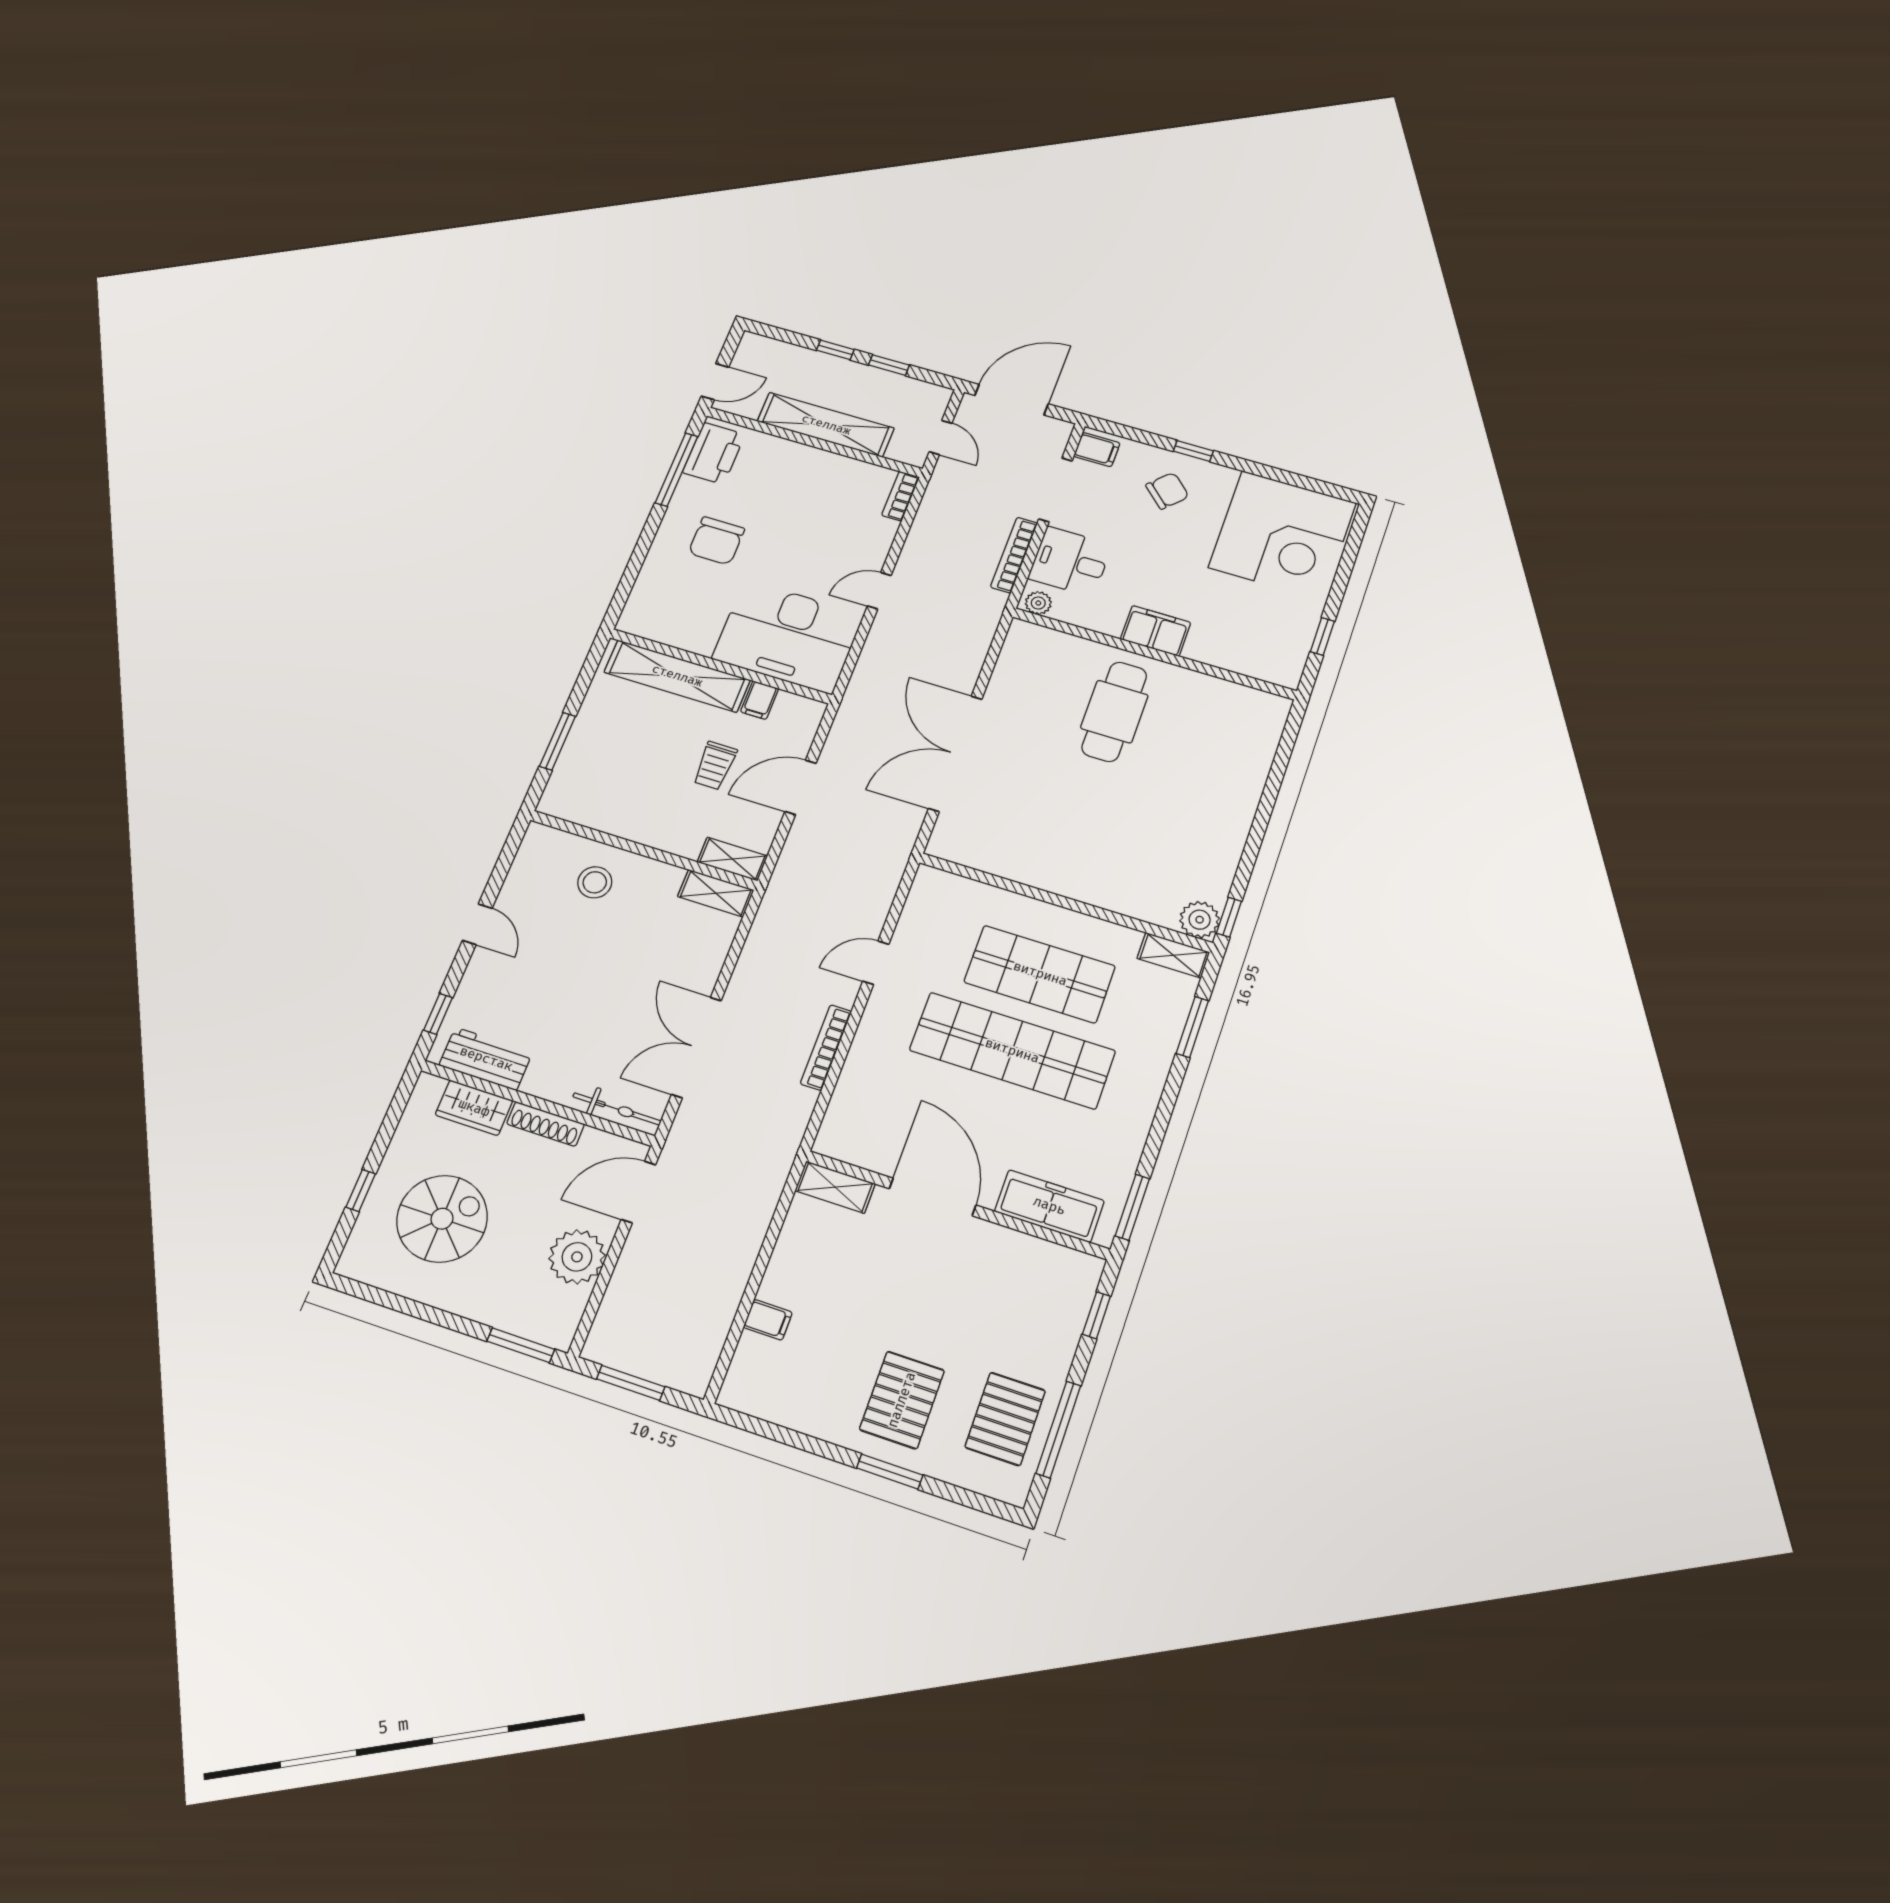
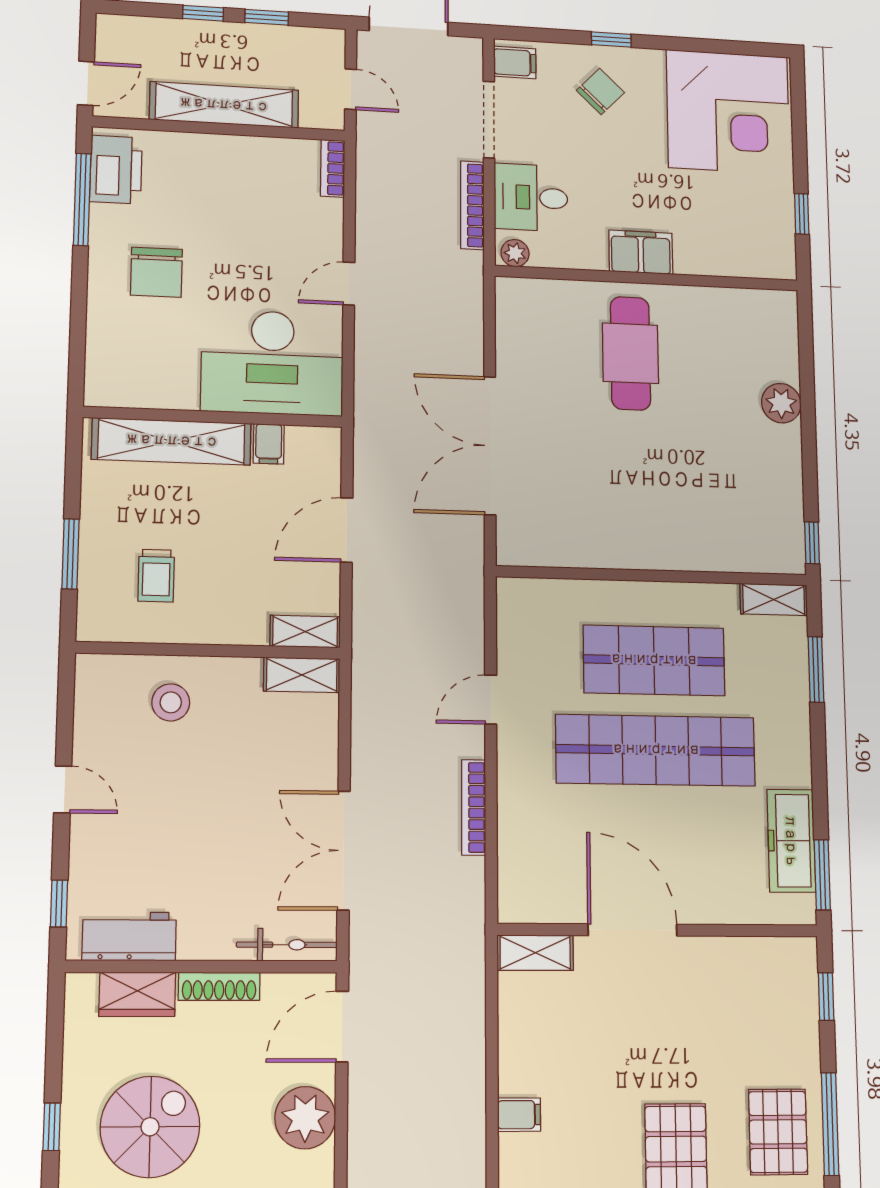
trolley: (715, 766) -> (156, 576), moved
plant: (1200, 920) -> (781, 403), moved
freezer: (1049, 1206) -> (791, 841), moved, turned -90

